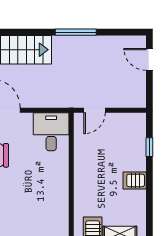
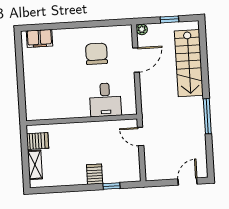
desk: (51, 132) -> (105, 100), moved, turned 90
server rack: (135, 180) -> (95, 174), moved

